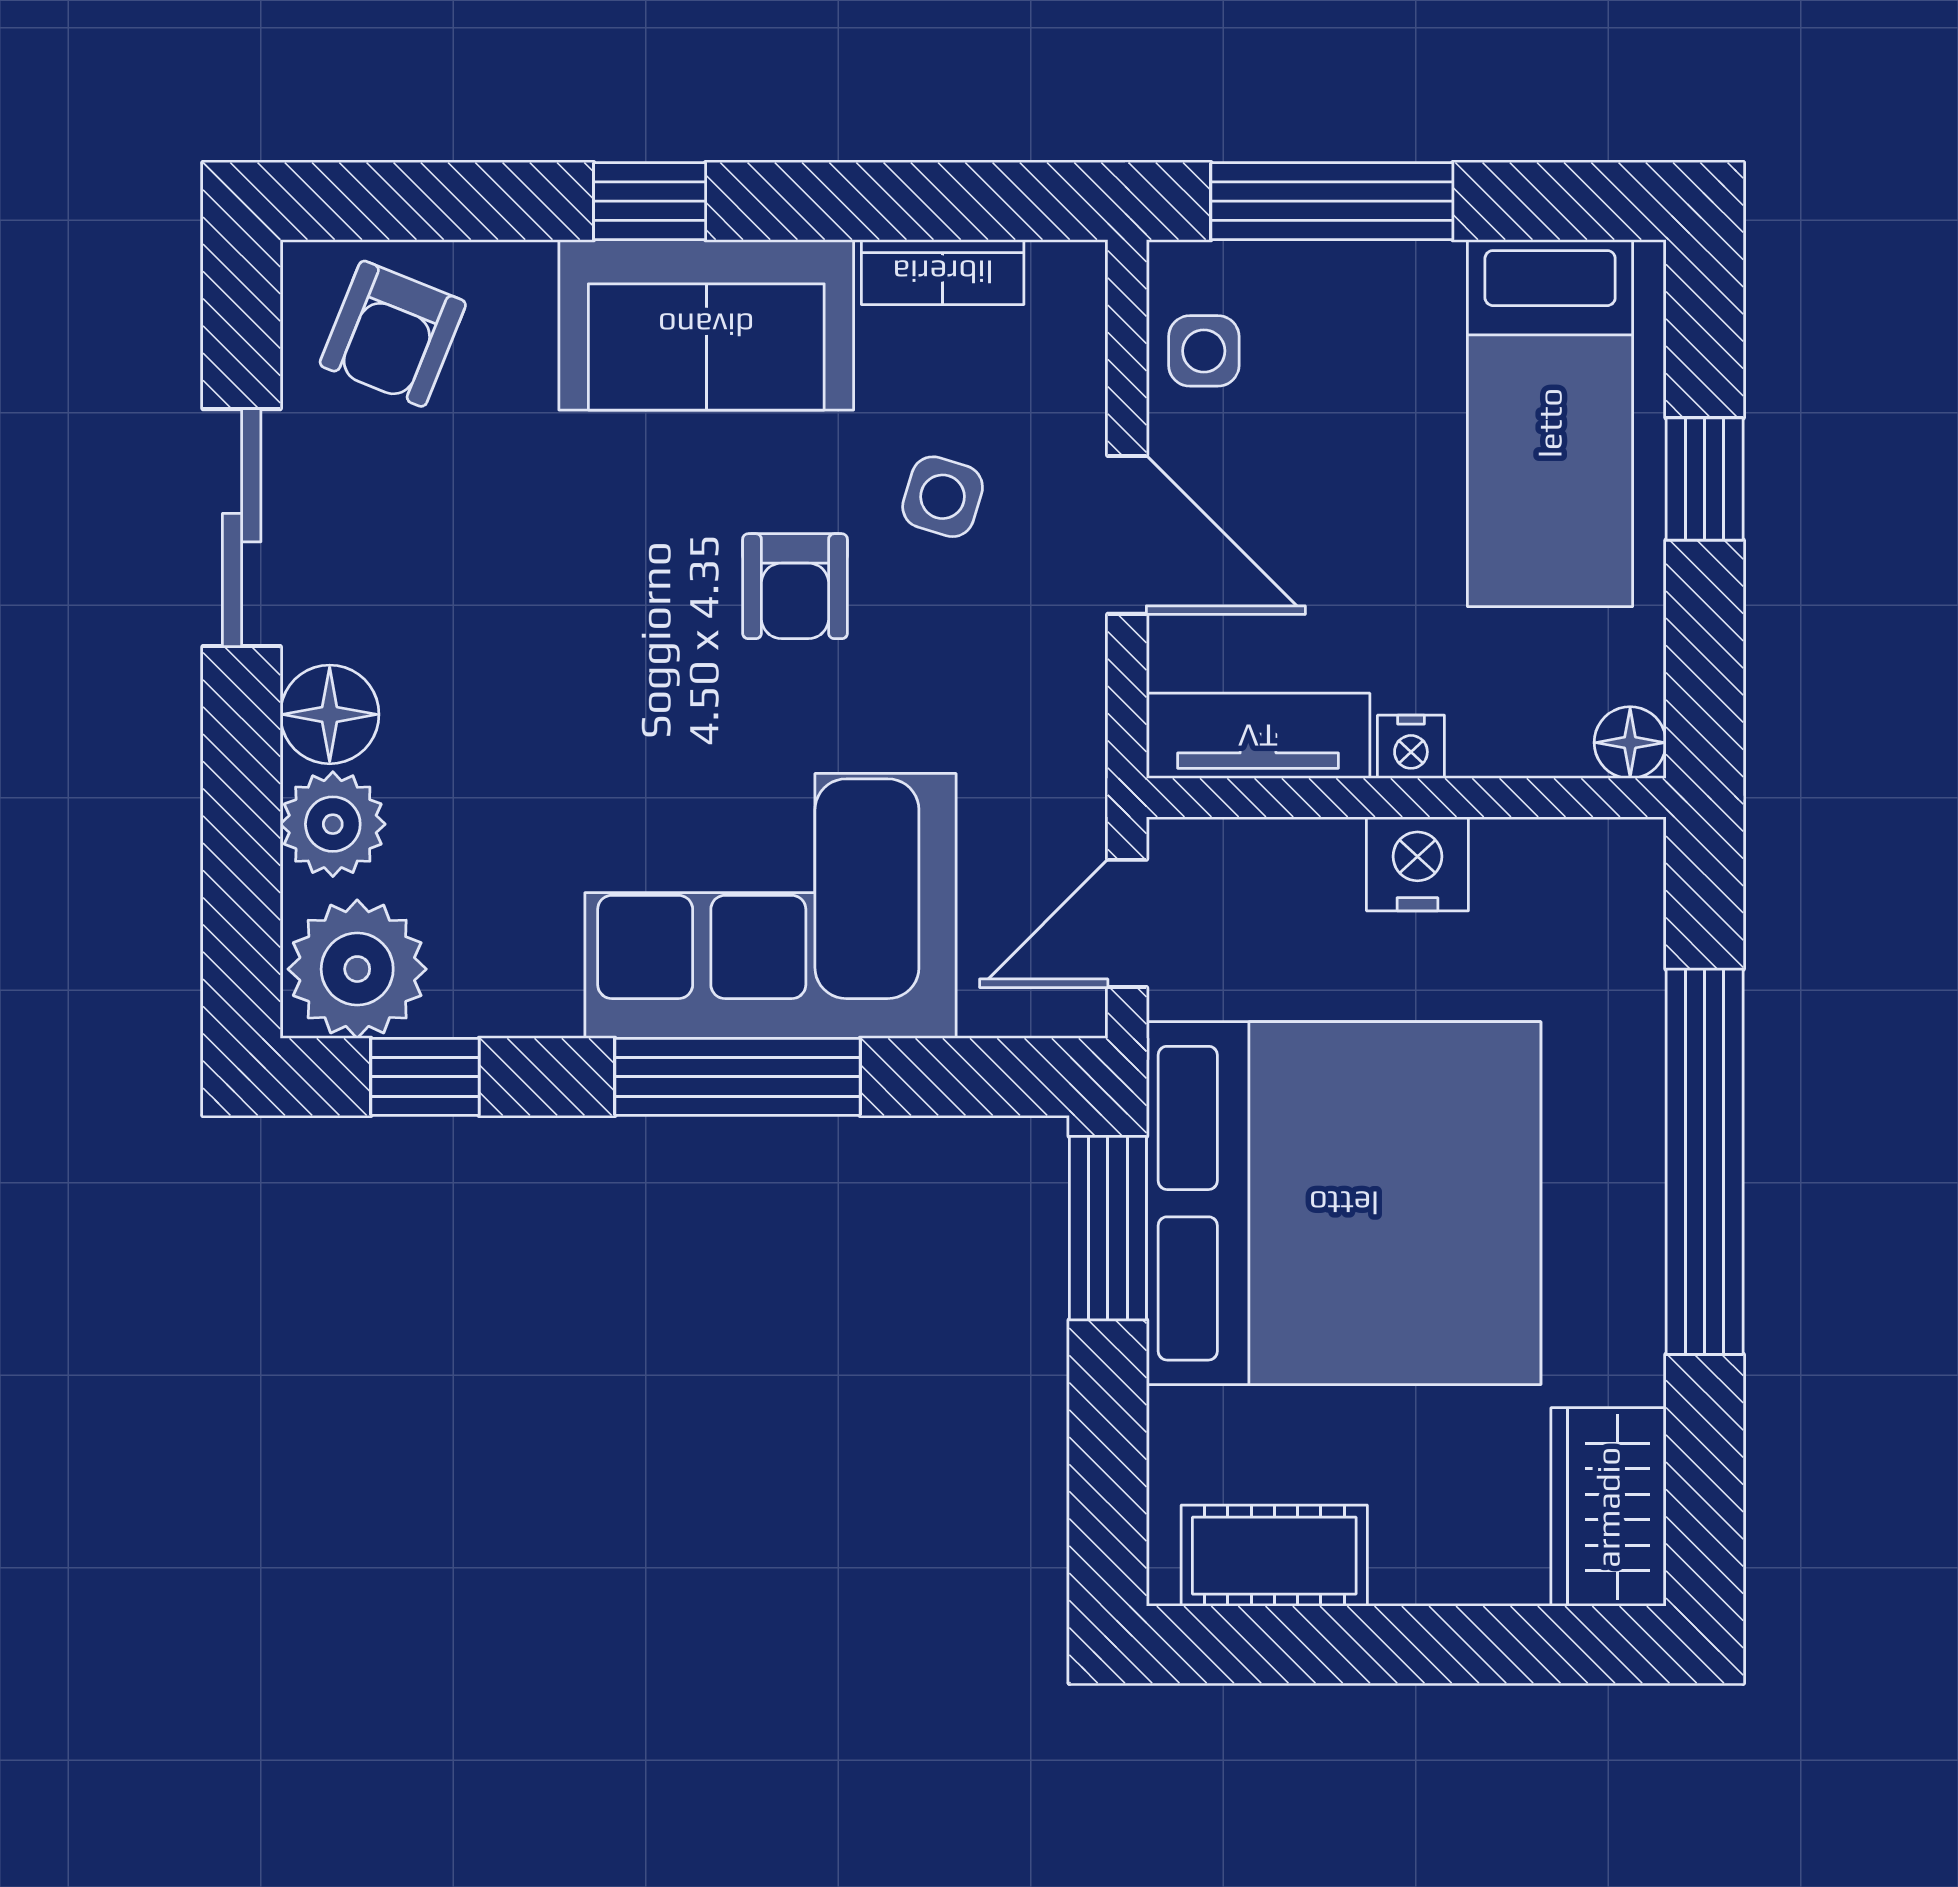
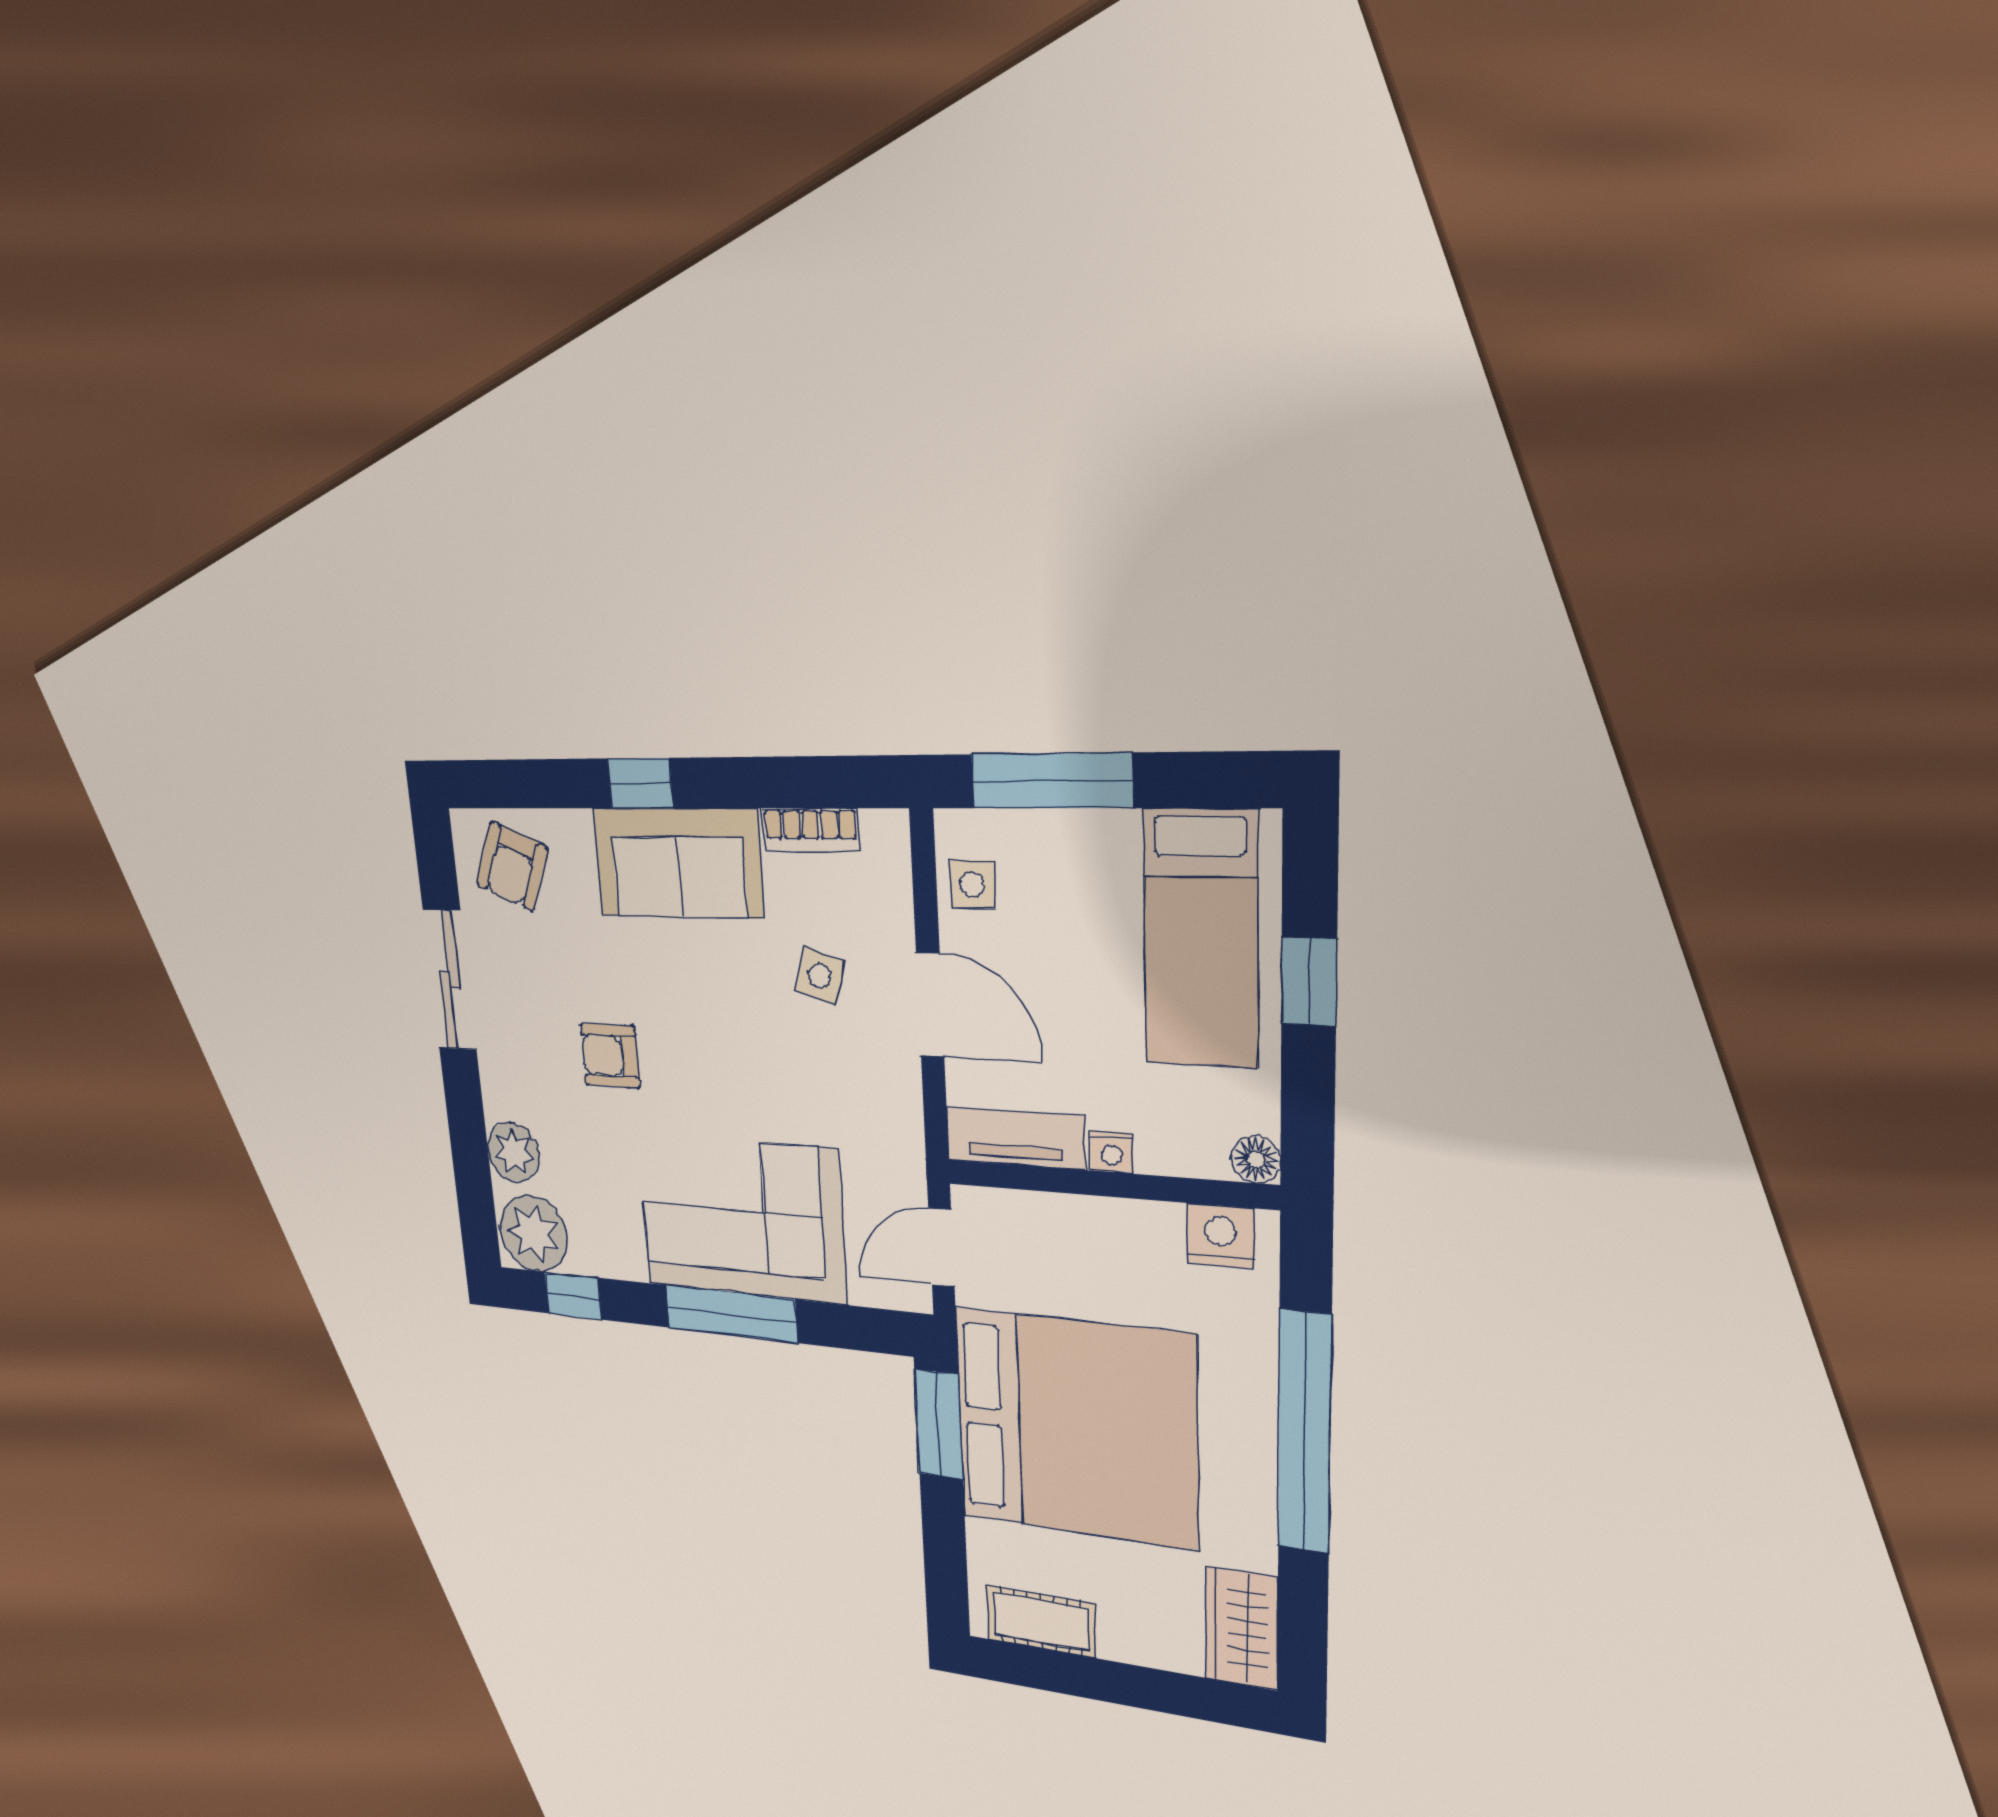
armchair: (795, 586) -> (610, 1056), moved, turned 90
floor lamp: (330, 714) -> (505, 1090), removed
nightstand: (1417, 864) -> (1221, 1236), moved

